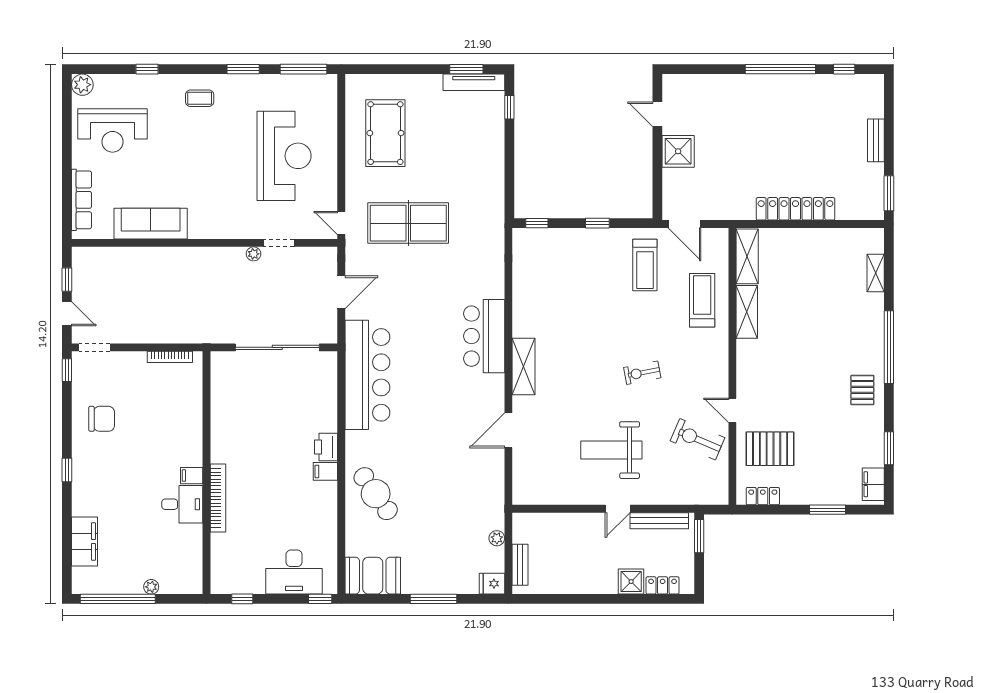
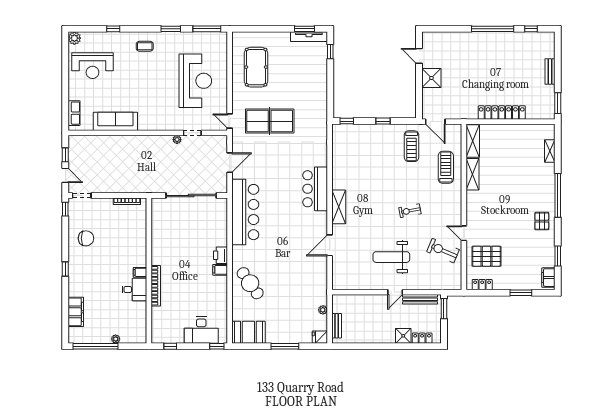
row of seats: (82, 200) -> (74, 113), width x0.68

